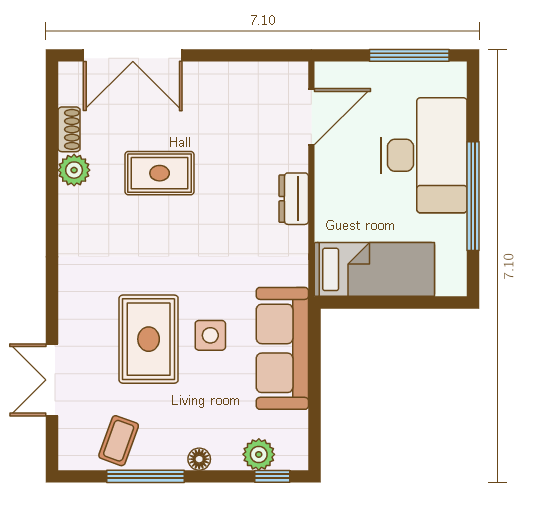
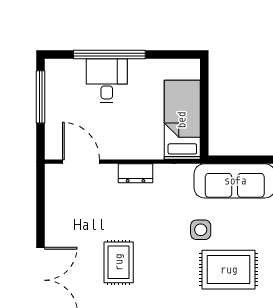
desk: (424, 155) -> (107, 81), width x0.53, depth x0.77
window: (473, 196) -> (109, 54), moved
side table: (210, 335) -> (201, 230), moved

